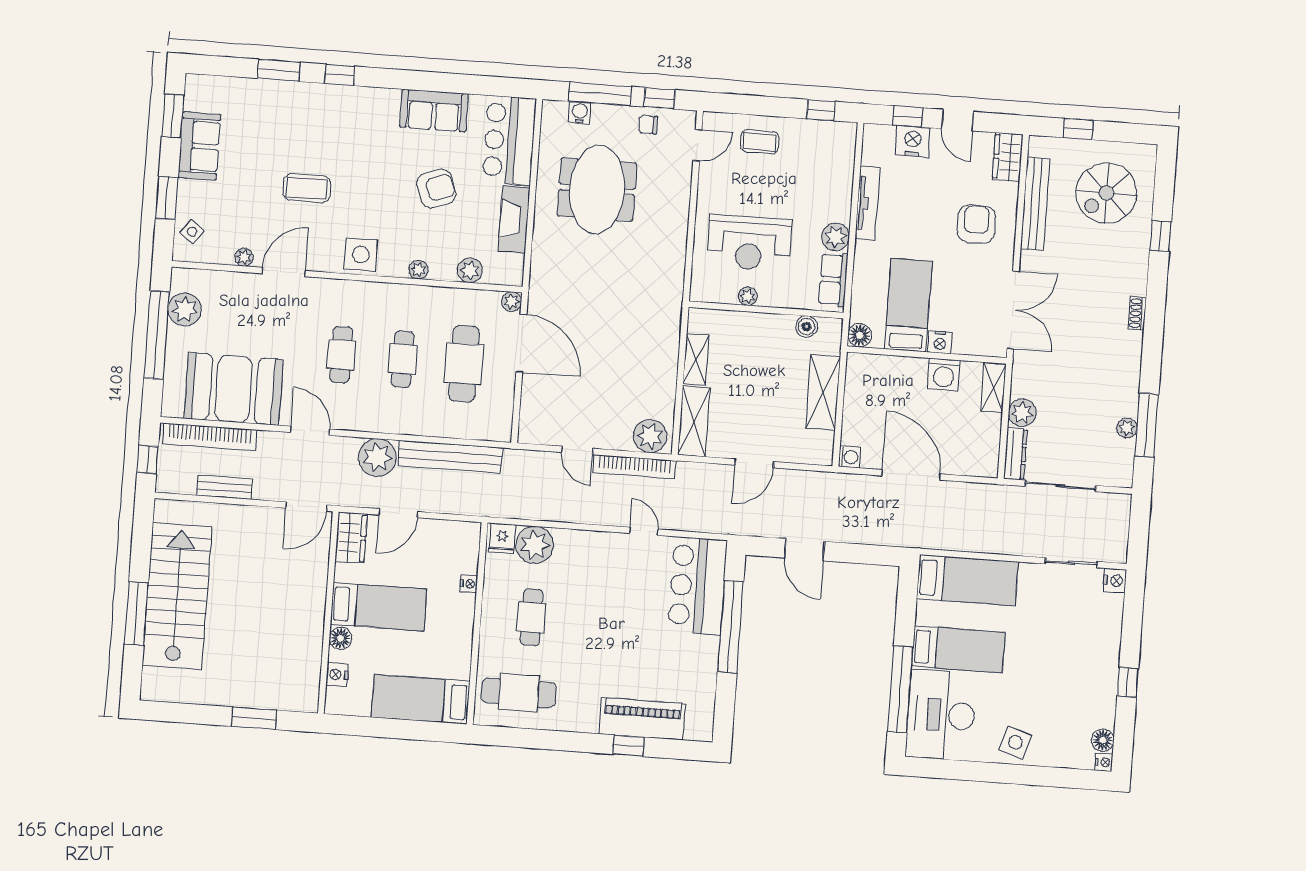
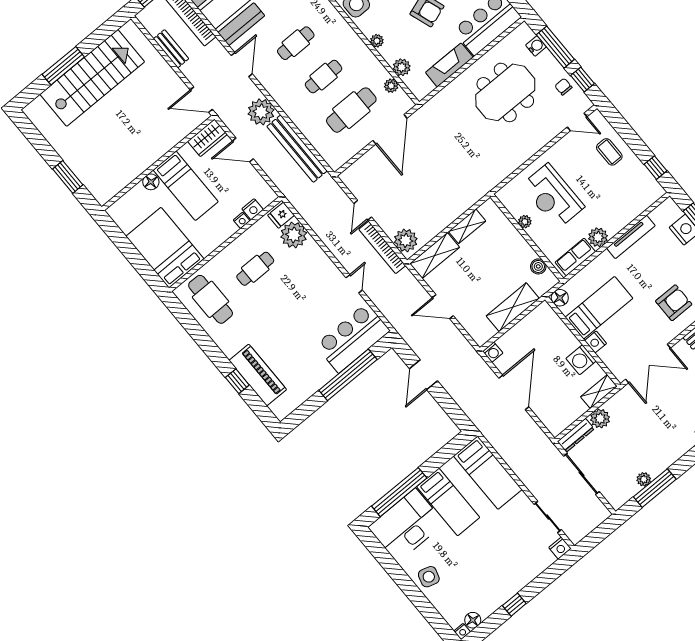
plant: (512, 302) -> (391, 86), moved
nightstand: (337, 675) -> (253, 209), moved, turned 180
bed: (421, 699) -> (165, 248), width x1.50

